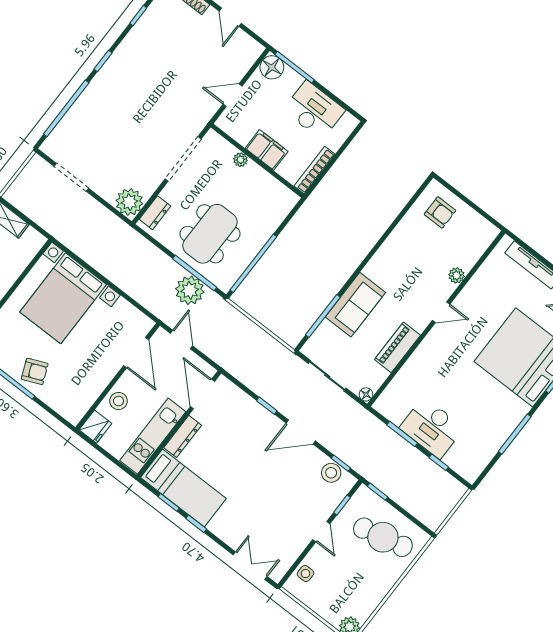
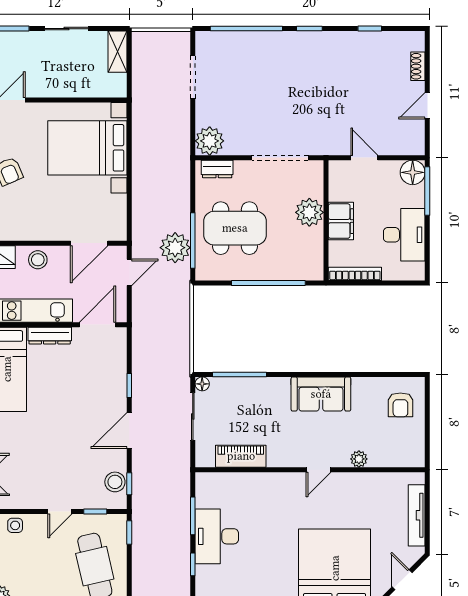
plant: (241, 160) -> (309, 212), width x1.88, depth x1.88
window: (253, 263) -> (268, 283), moved
sofa: (355, 305) -> (321, 394), moved
door: (441, 312) -> (318, 470), hinge flipped
piano: (397, 347) -> (241, 456), moved
floor lamp: (366, 394) -> (202, 384), moved
door: (301, 432) -> (129, 430), hinge flipped

